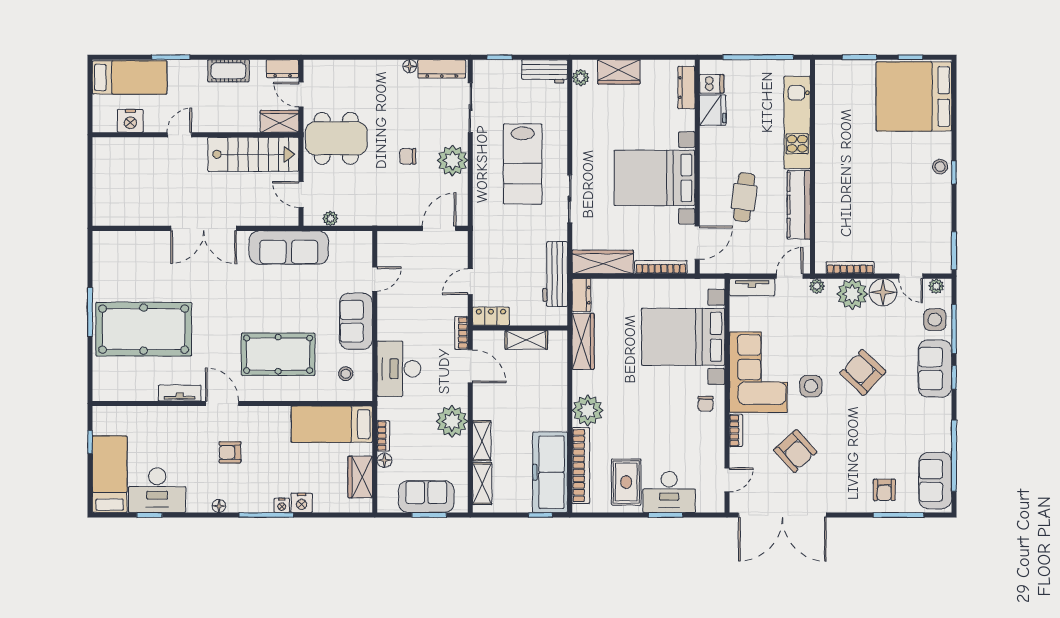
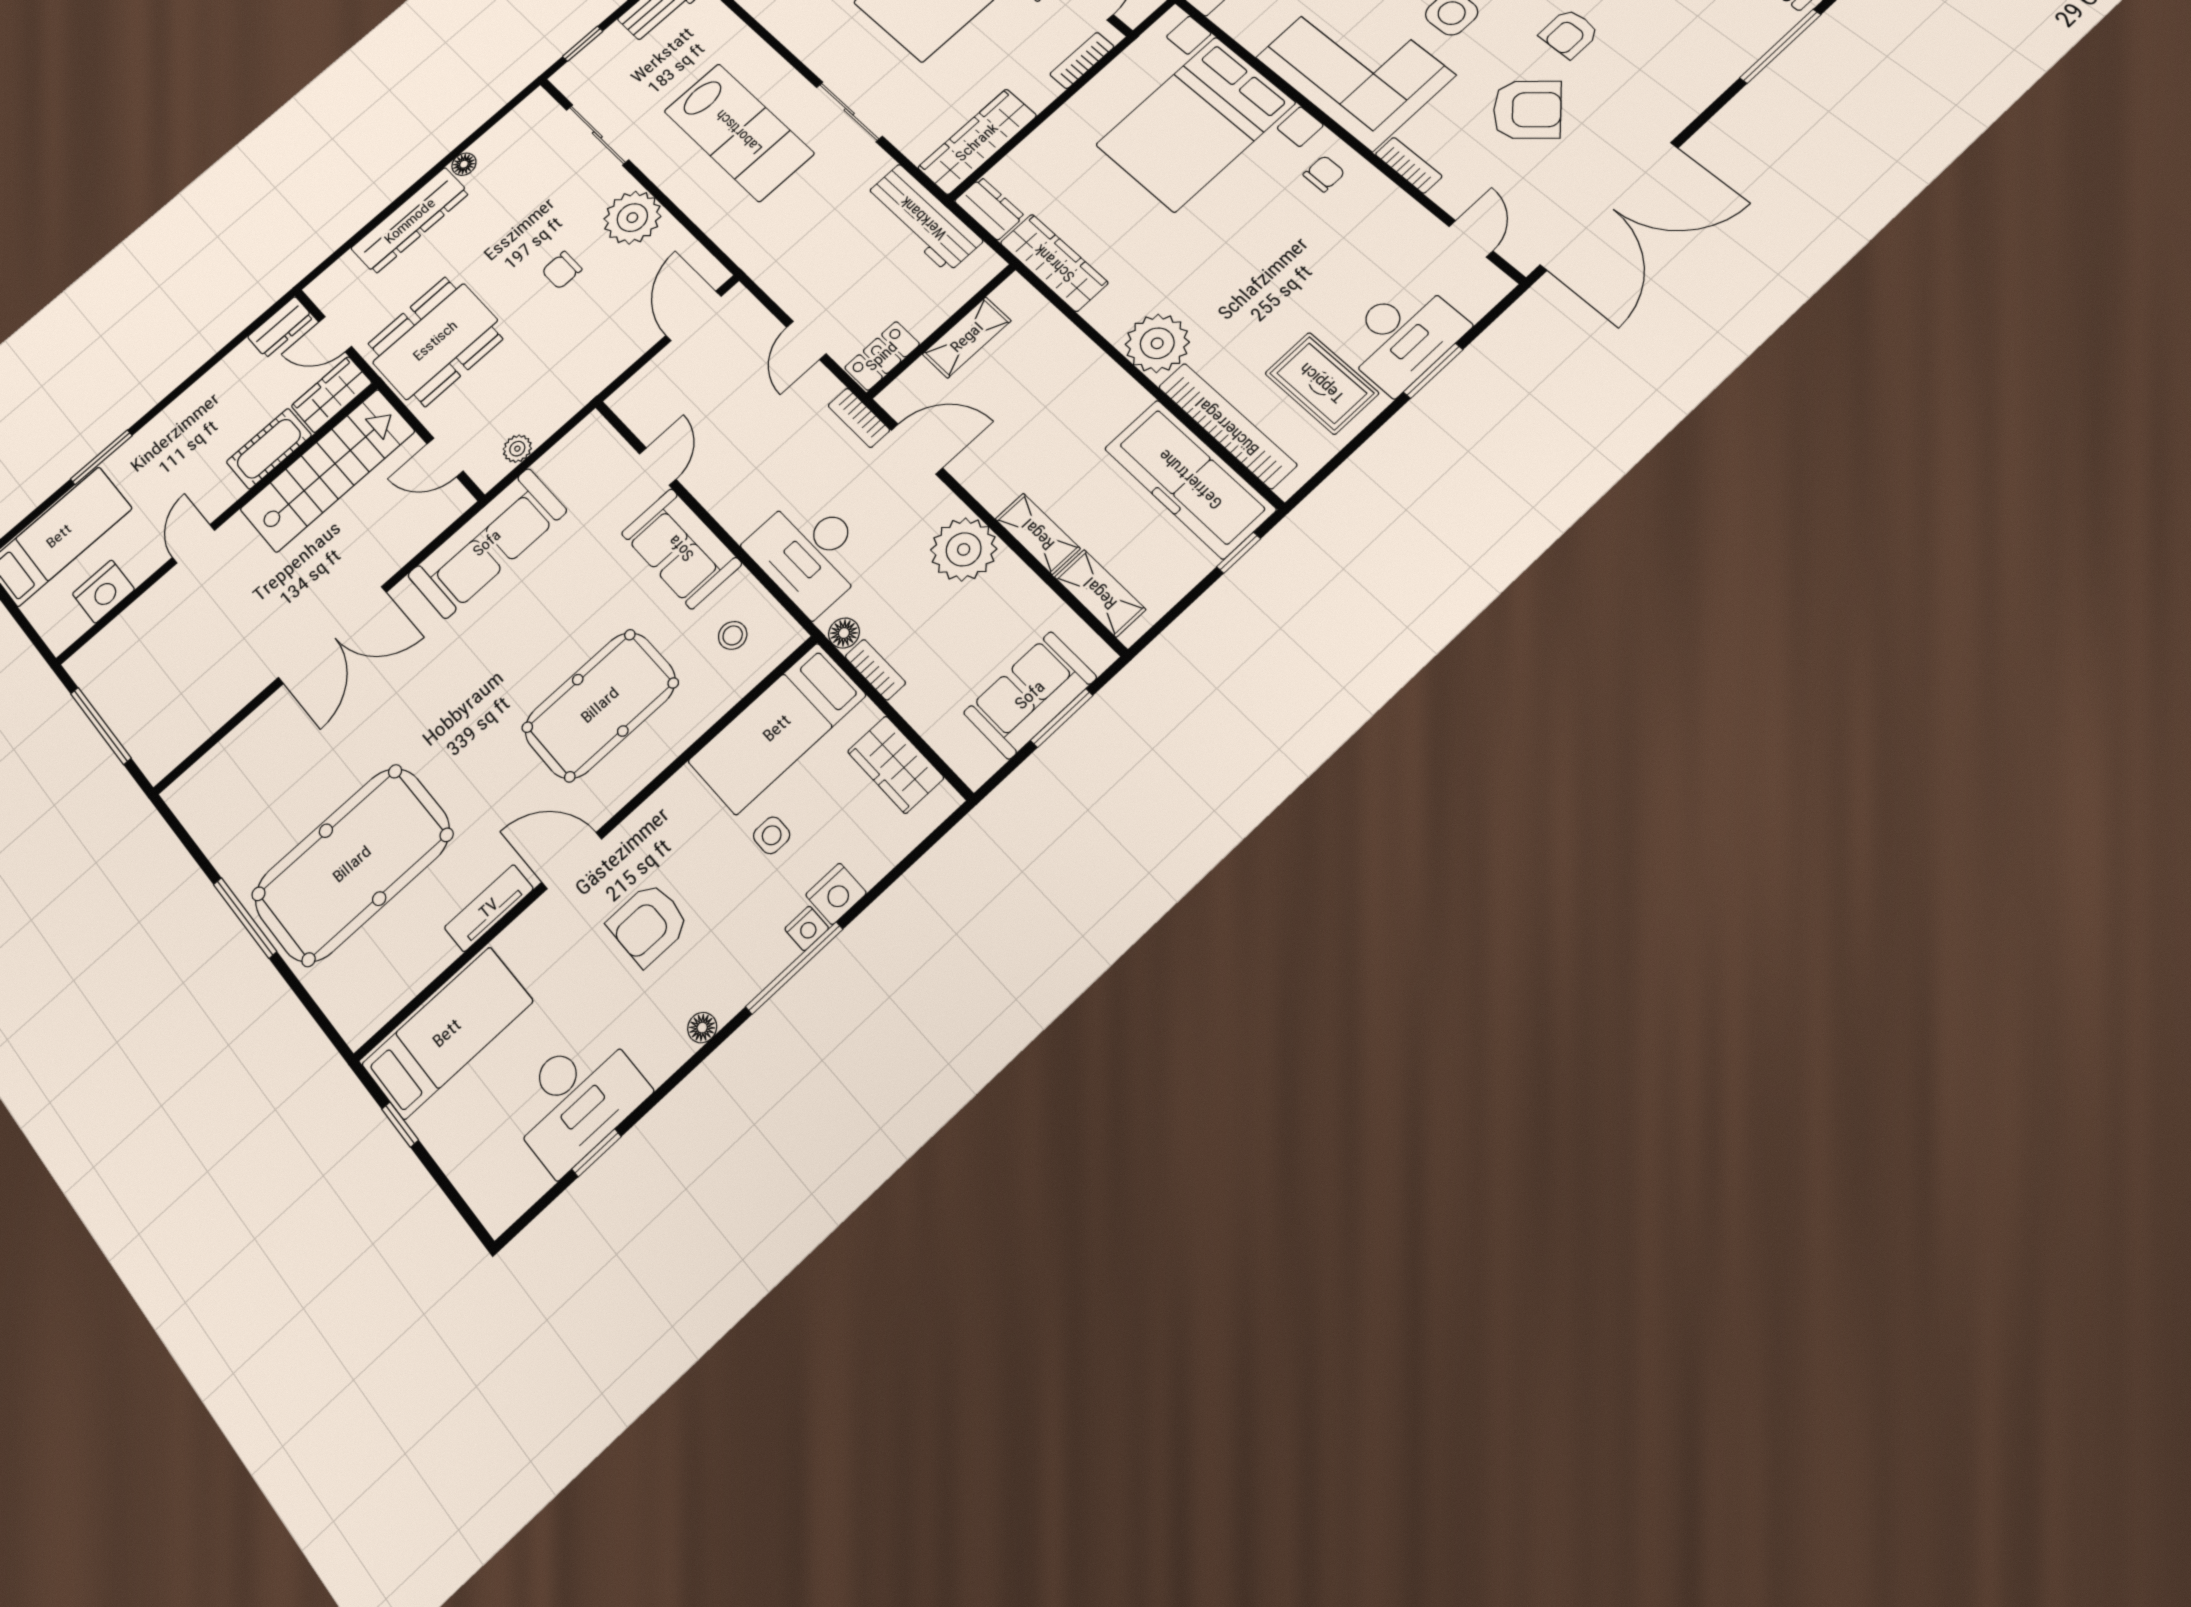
dresser: (442, 69) -> (410, 221), moved, width x1.37, depth x1.24
cot: (228, 71) -> (269, 449), moved
window: (90, 180) -> (101, 726), added
bookcase: (661, 267) -> (1082, 60), width x0.64
chair: (706, 404) -> (1324, 174), turned -90
armchair: (230, 452) -> (648, 924), width x1.38, depth x1.38
floor lamp: (384, 460) -> (844, 633), moved
side table: (298, 461) -> (772, 835), added
bed: (110, 474) -> (447, 1033), moved, turned 90
armchair: (884, 490) -> (1569, 33), moved, turned 90

